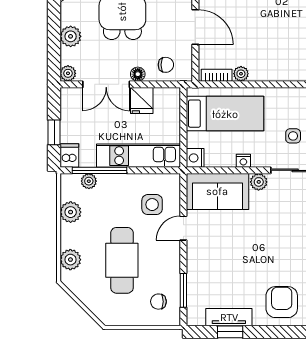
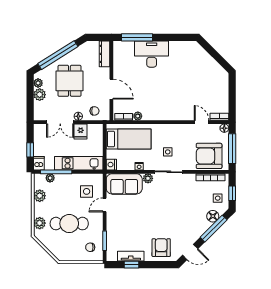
plant: (68, 73) -> (38, 83), moved
cafe table: (122, 260) -> (69, 224), turned 90

